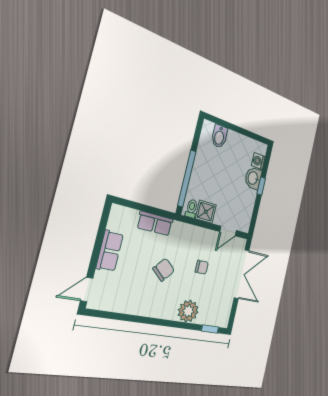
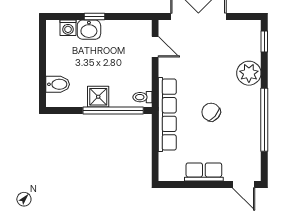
shower: (206, 212) -> (98, 97), moved
row of seats: (155, 223) -> (167, 115), width x2.02
chair: (202, 267) -> (200, 69), removed
window: (145, 320) -> (264, 120), added

